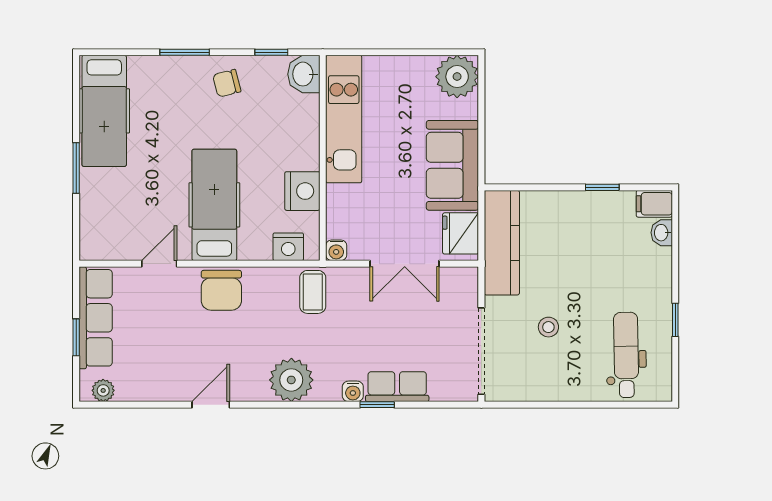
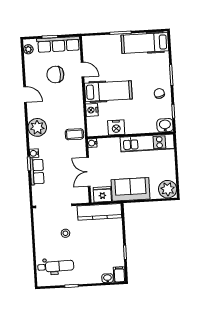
nightstand: (288, 247) -> (92, 110), moved
chair: (221, 290) -> (55, 74), moved

